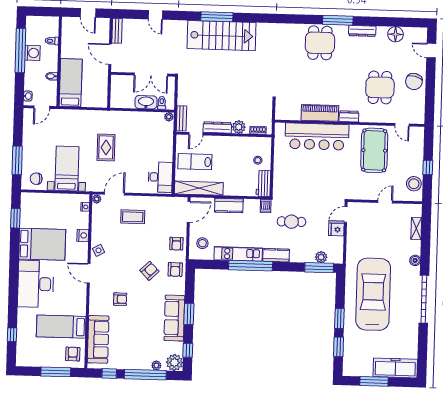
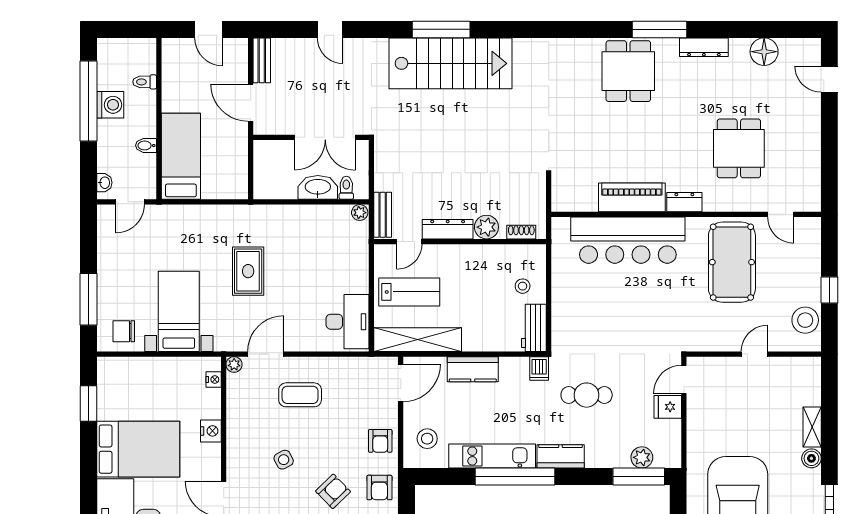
chair: (414, 82) -> (800, 136), removed
lab bench: (195, 162) -> (409, 292), turned 180
shelving: (416, 228) -> (812, 427), moved
side table: (99, 250) -> (284, 460), moved

